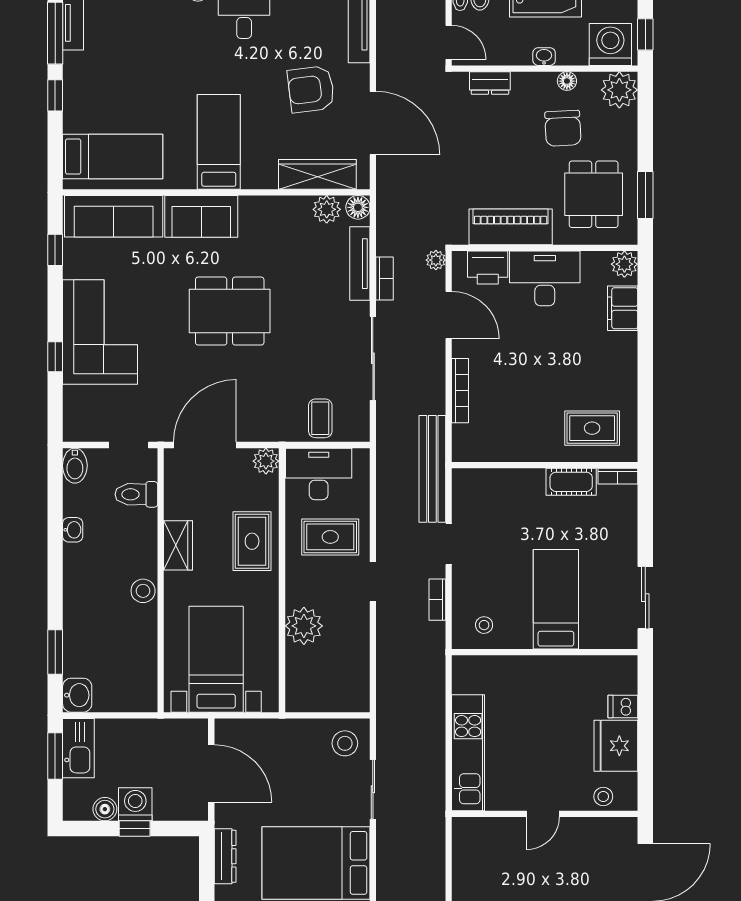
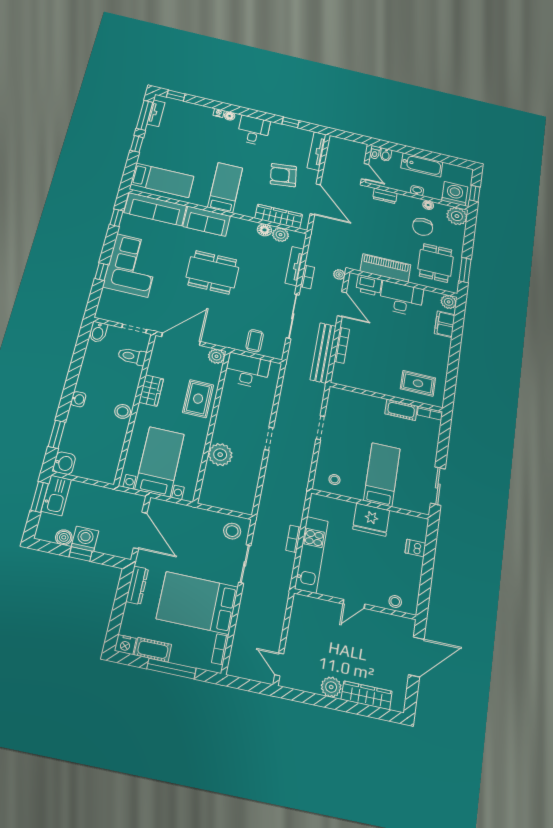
floor lamp: (358, 207) -> (264, 230), moved
bench: (432, 469) -> (323, 353), moved
washbasin: (73, 530) -> (78, 399), moved
rug: (330, 537) -> (247, 407), removed
bookcase: (437, 600) -> (293, 539), moved
fridge: (616, 746) -> (371, 520), moved, turned -90

